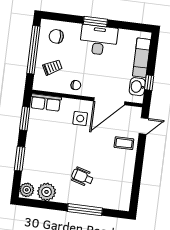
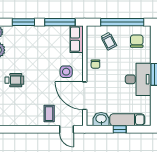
window: (149, 83) -> (120, 129), moved
window: (25, 119) -> (60, 22), width x1.44
wheelchair: (82, 177) -> (14, 80), turned 74

